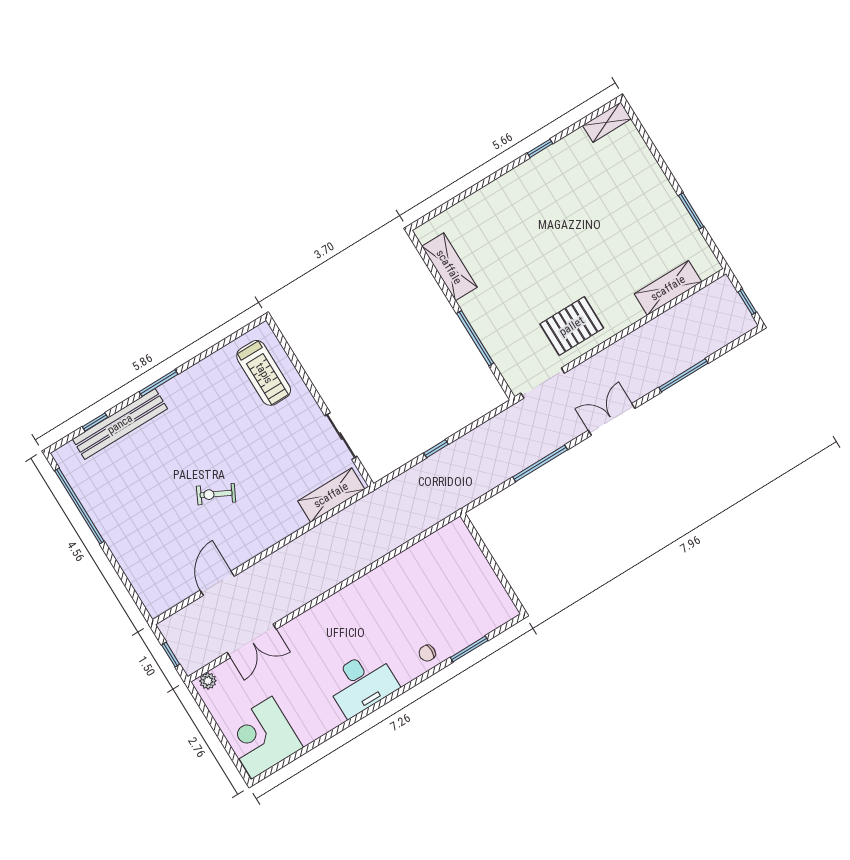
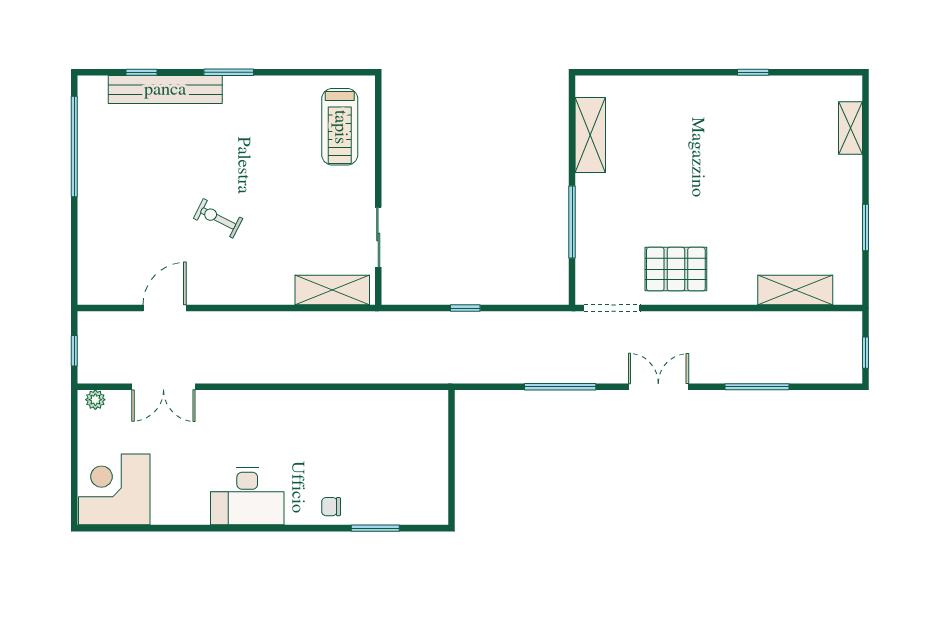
shelving: (607, 122) -> (850, 128), moved, turned 90

